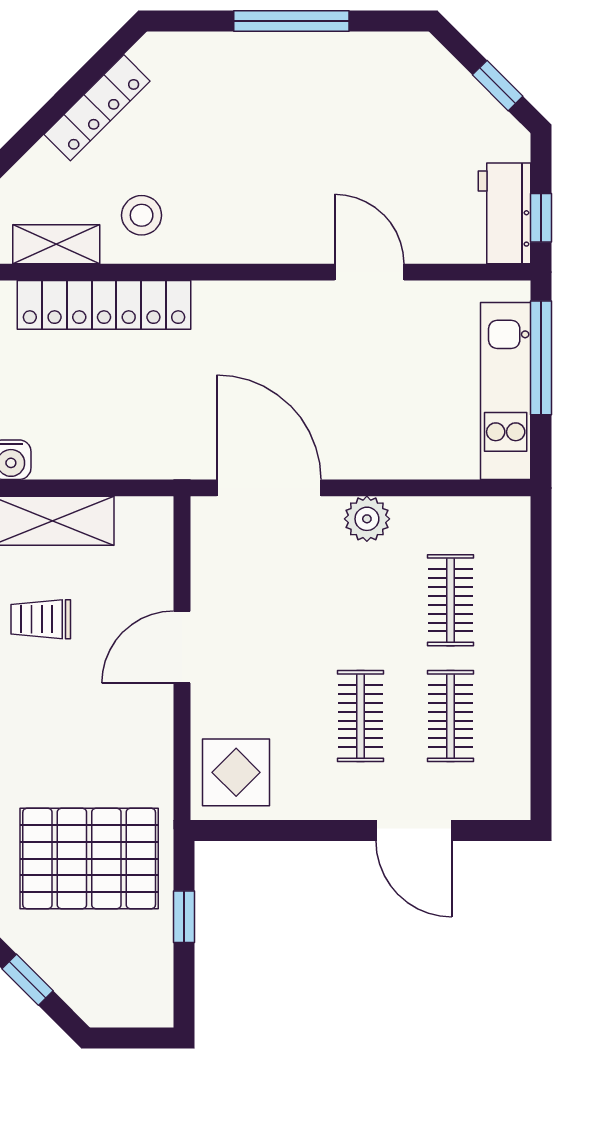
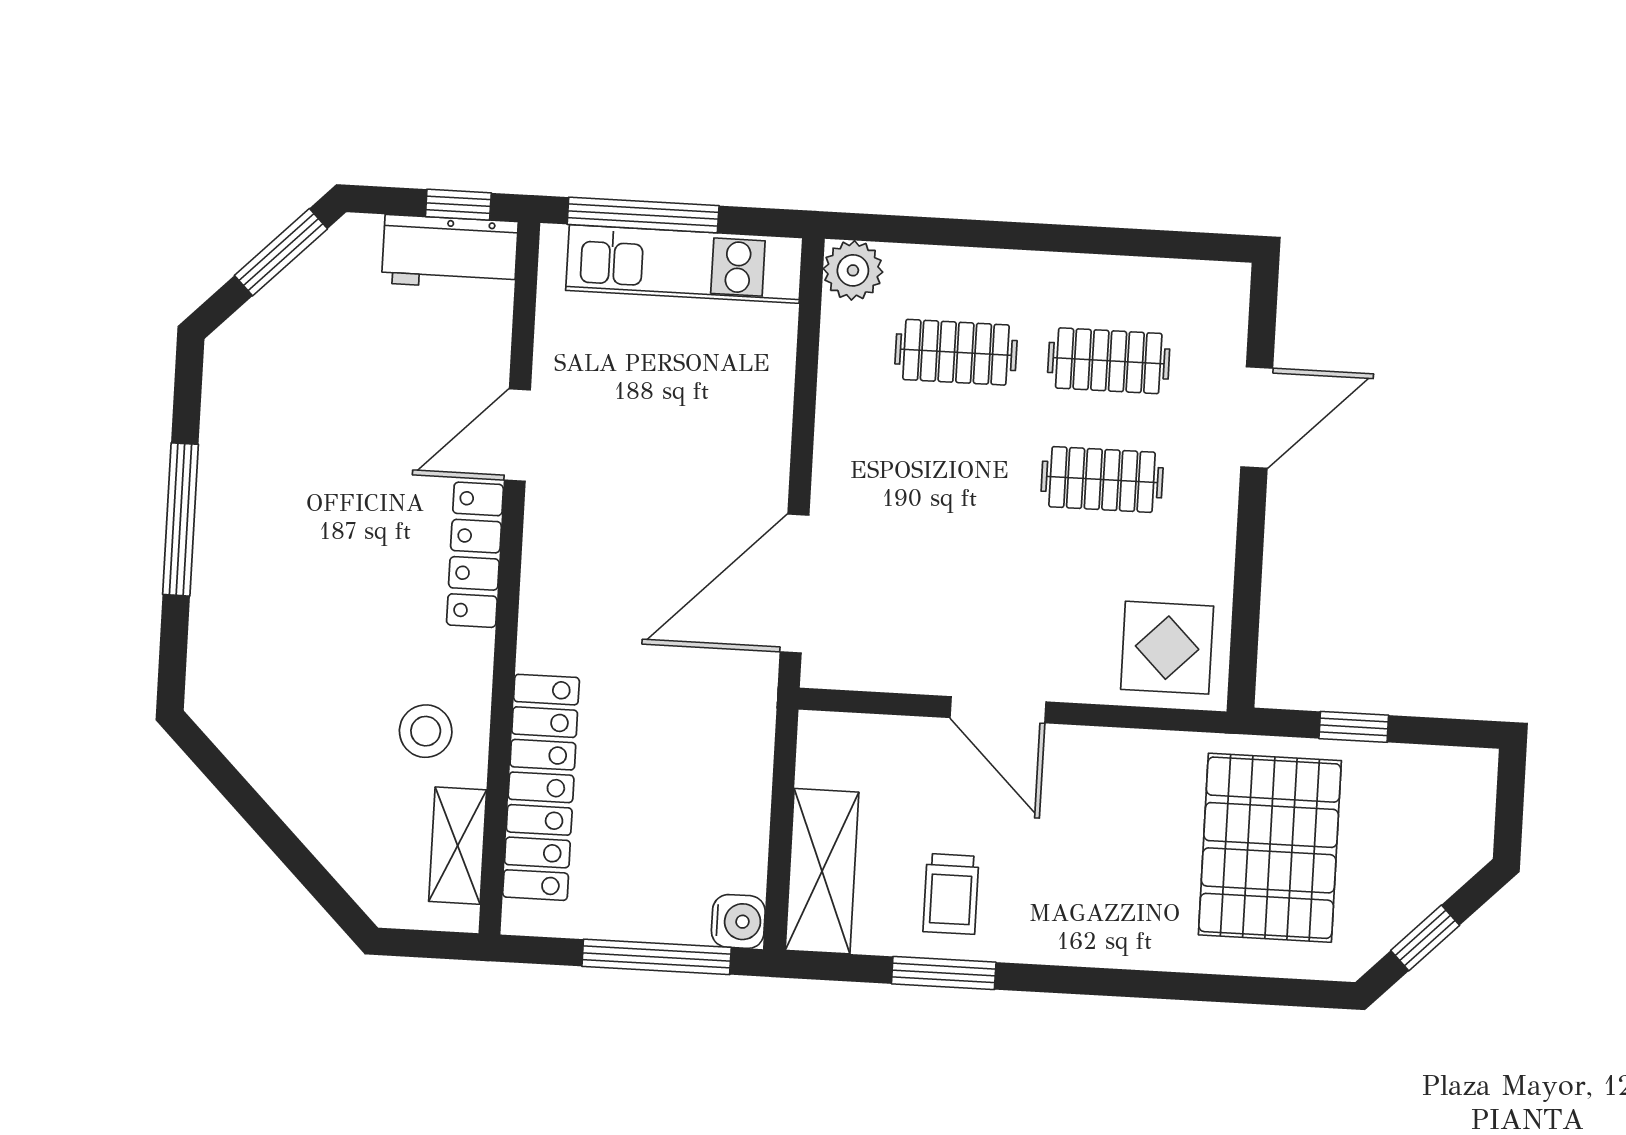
window: (498, 86) -> (281, 252), width x1.50
locker: (97, 108) -> (475, 555), moved, turned -135
plant: (367, 519) -> (853, 270), moved

